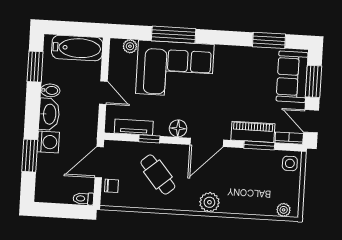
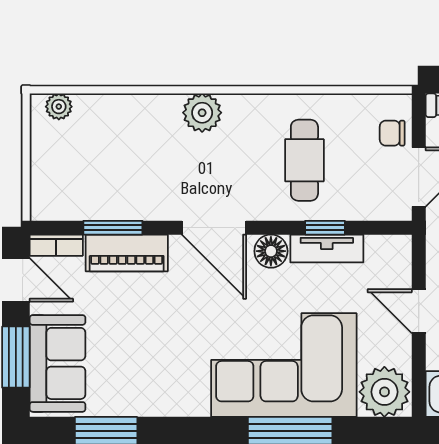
plant: (130, 46) -> (384, 392), width x1.87, depth x1.87
tv unit: (134, 127) -> (327, 248), moved
door: (207, 142) -> (214, 228), swing flipped
side table: (290, 163) -> (52, 197), removed
cafe table: (158, 174) -> (304, 160), turned 40

